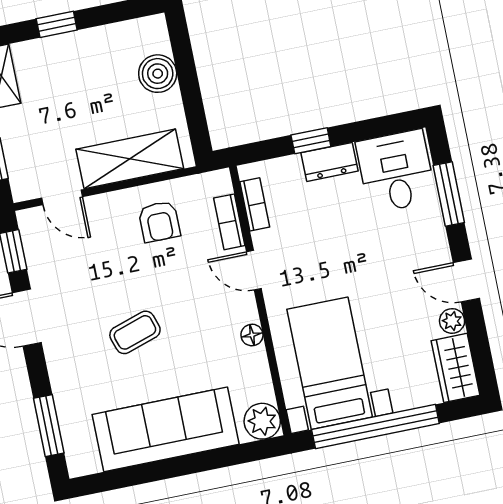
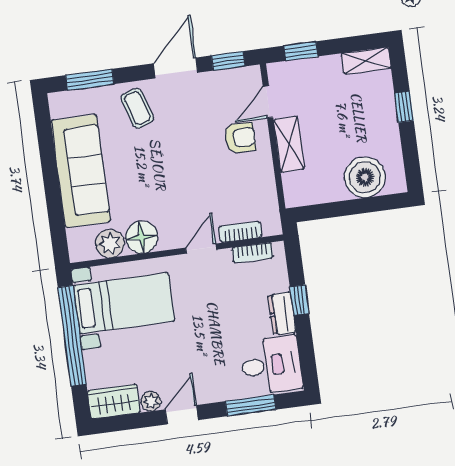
boiler: (158, 74) -> (365, 177), width x1.37, depth x1.37
shelving: (130, 159) -> (289, 144), width x0.67, depth x0.75
armchair: (159, 222) -> (240, 138), moved, turned 180
coffee table: (135, 332) -> (137, 108), moved
floor lamp: (252, 335) -> (142, 237), width x1.89, depth x1.89
plant: (262, 421) -> (110, 244), moved

